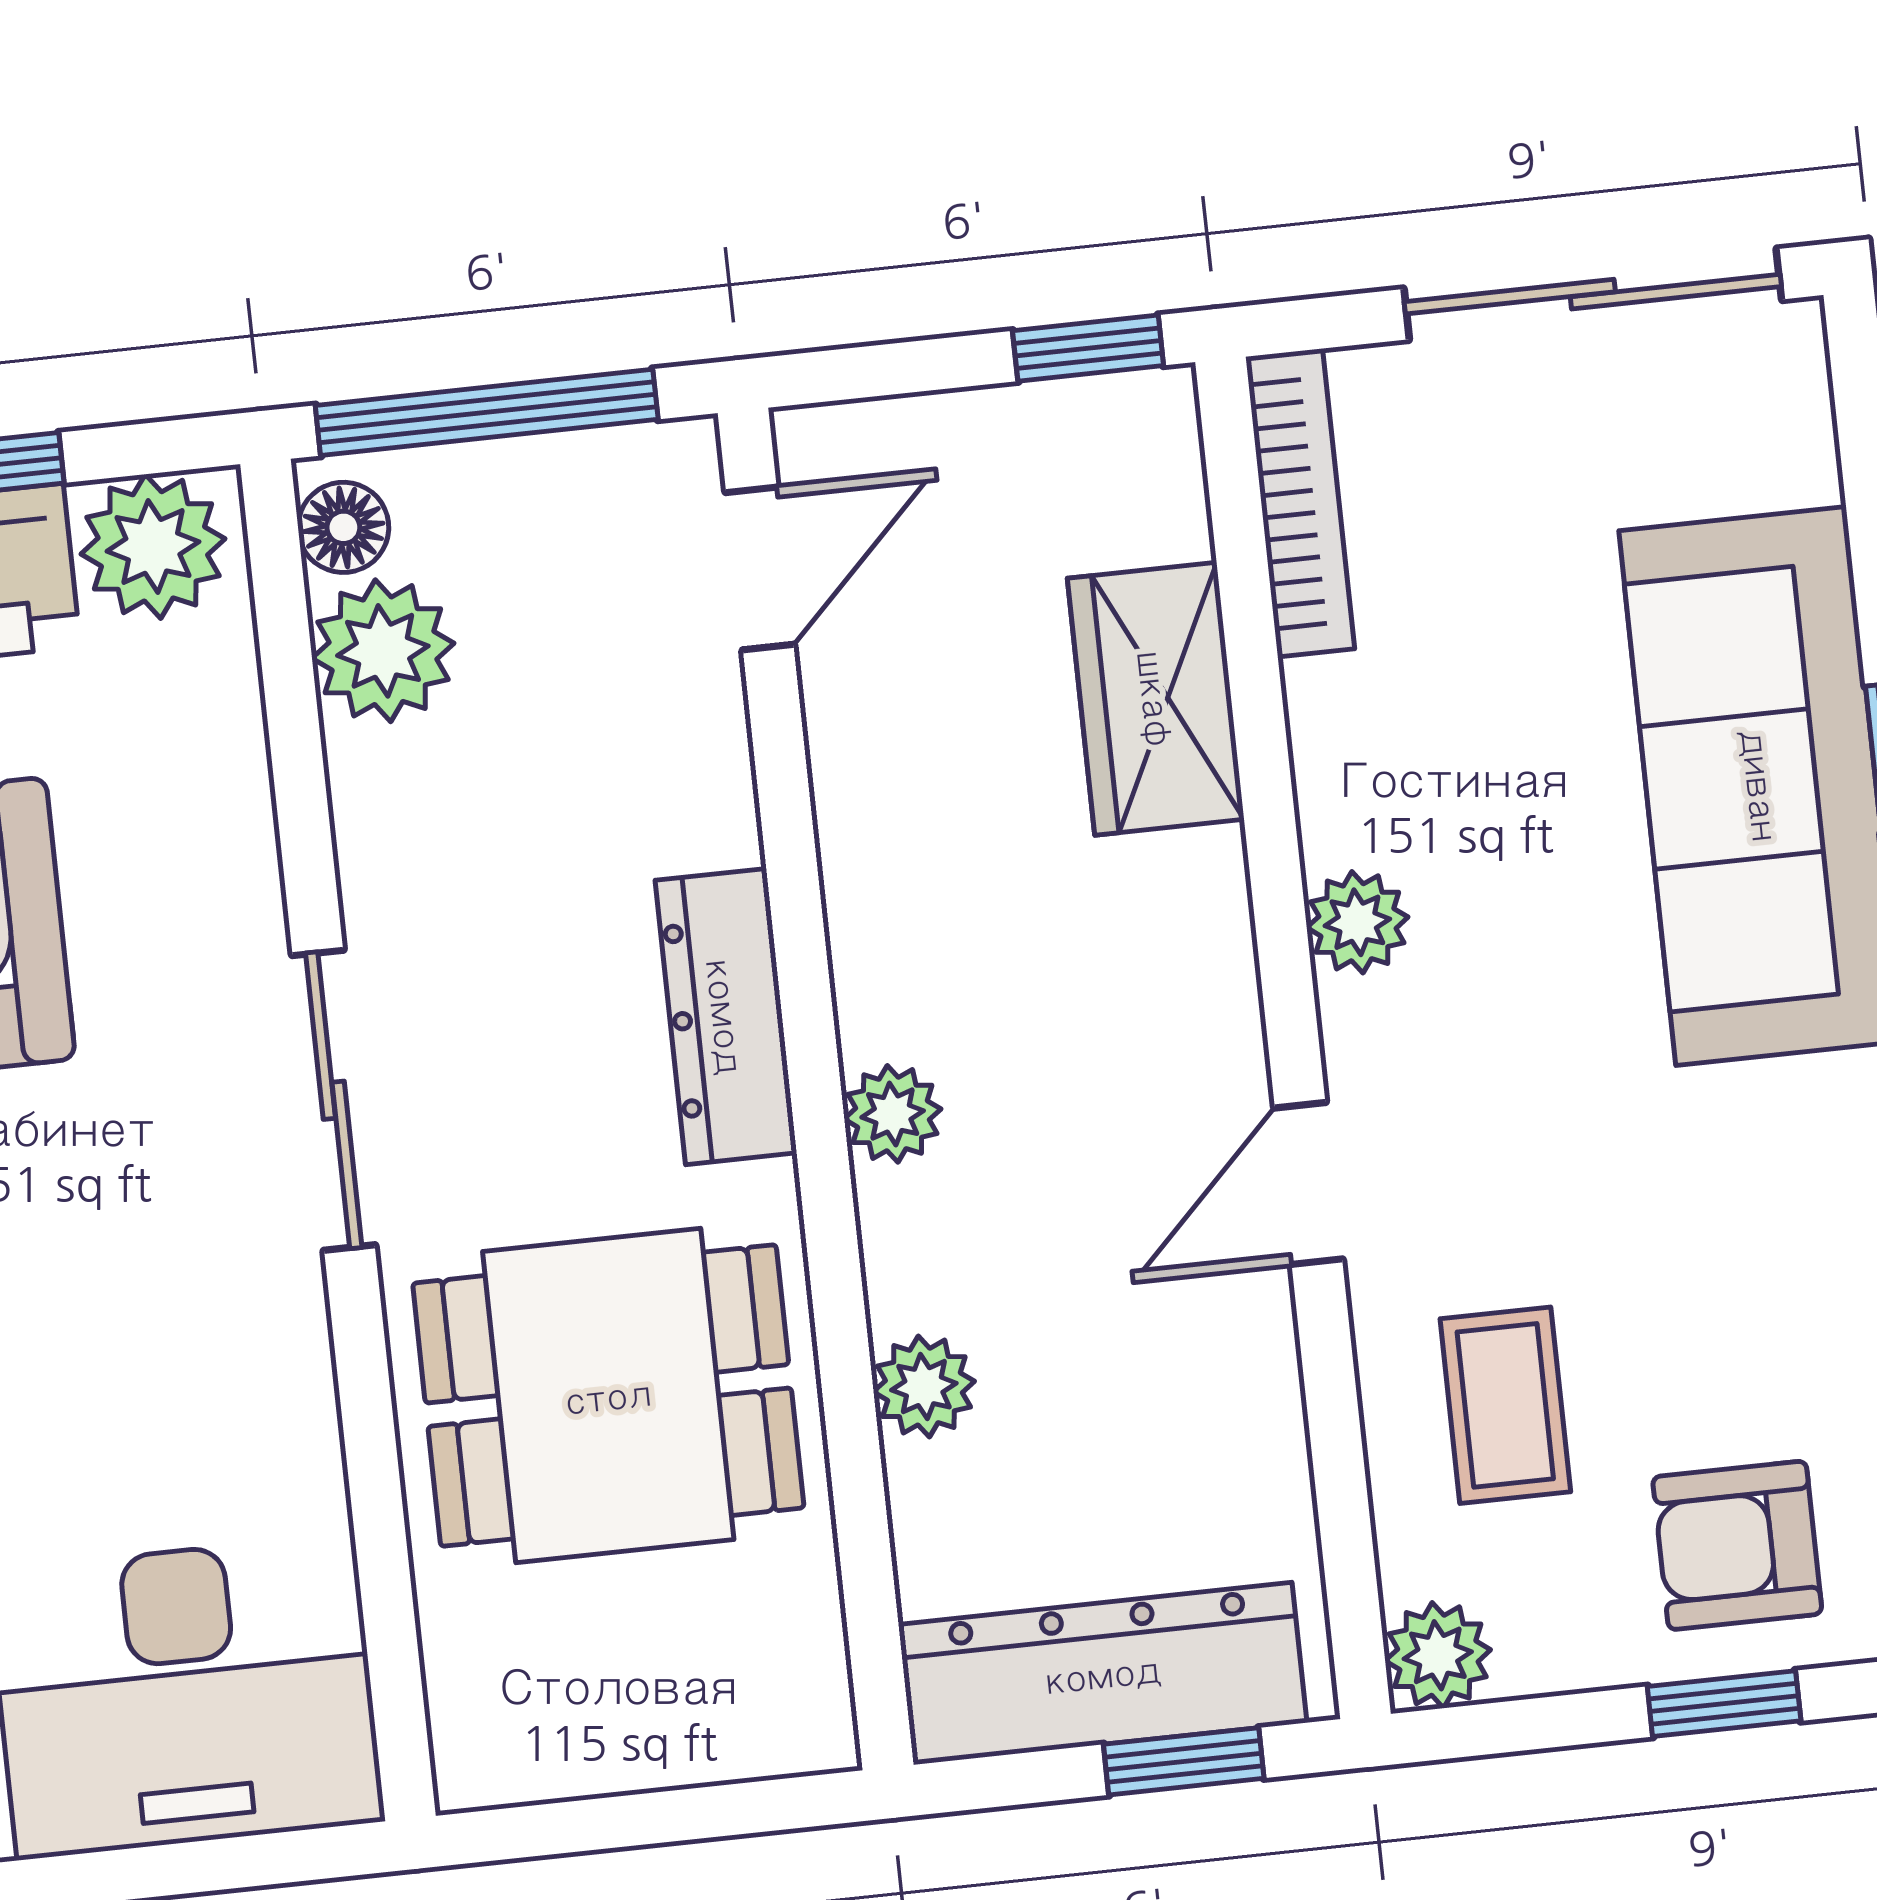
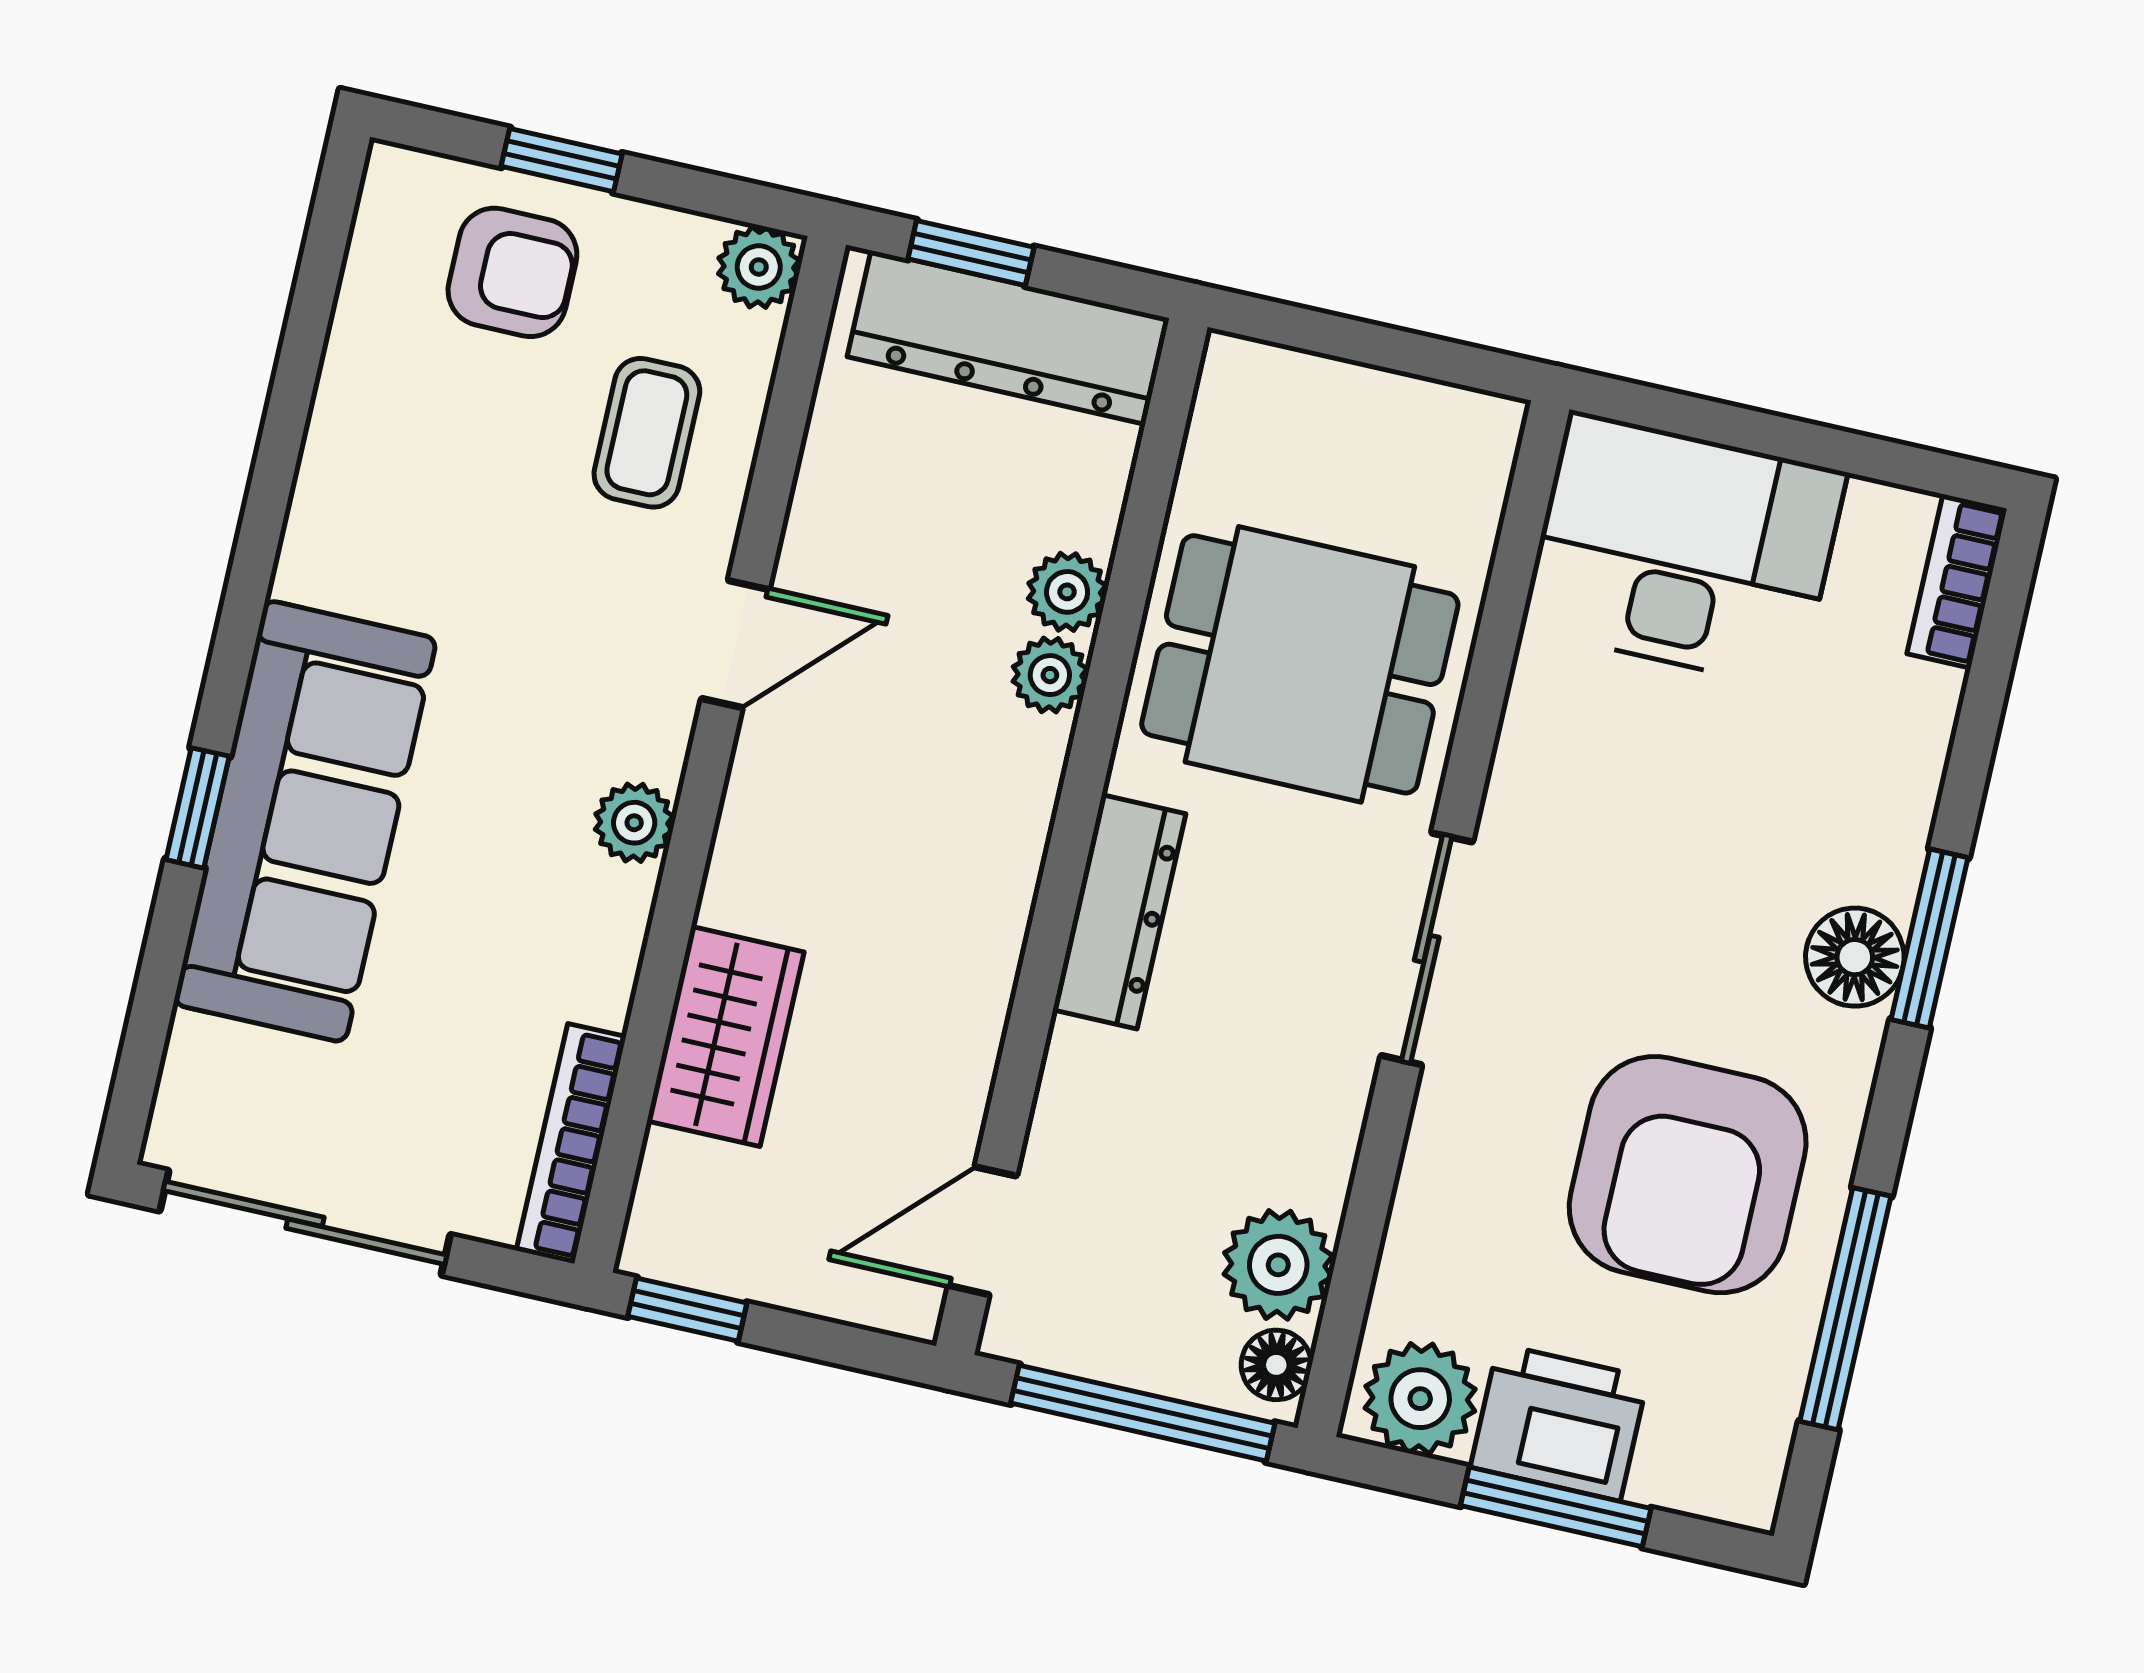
plant: (893, 1114) -> (1050, 675), moved

